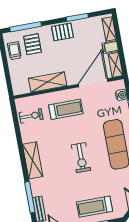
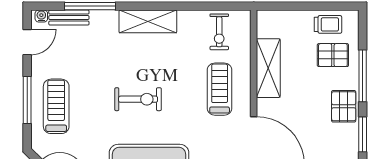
window: (26, 27) -> (363, 76), moved
treadmill: (66, 109) -> (220, 89), turned 180
exercise bike: (81, 158) -> (138, 99), turned 180

